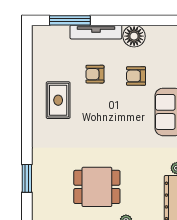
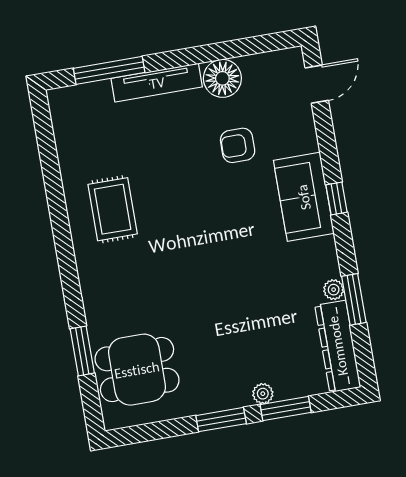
armchair: (95, 74) -> (167, 154), removed
dining table: (97, 187) -> (137, 370), moved

